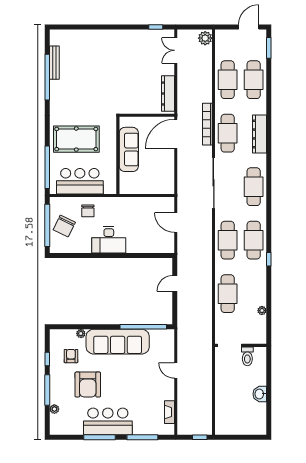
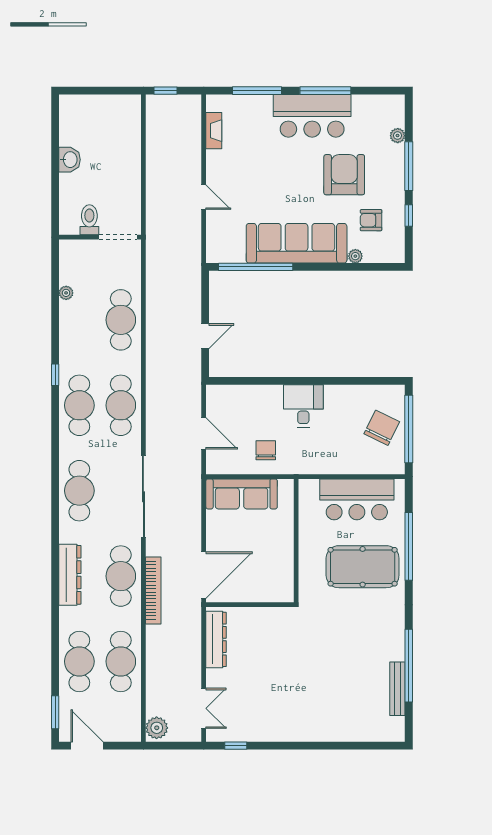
door: (249, 27) -> (87, 746), swing flipped
sofa: (129, 149) -> (242, 494), moved, turned -90
window: (47, 167) -> (409, 546), moved
chair: (88, 211) -> (266, 450), moved
desk: (109, 240) -> (303, 406), width x0.73
armchair: (71, 356) -> (371, 220), turned 90

